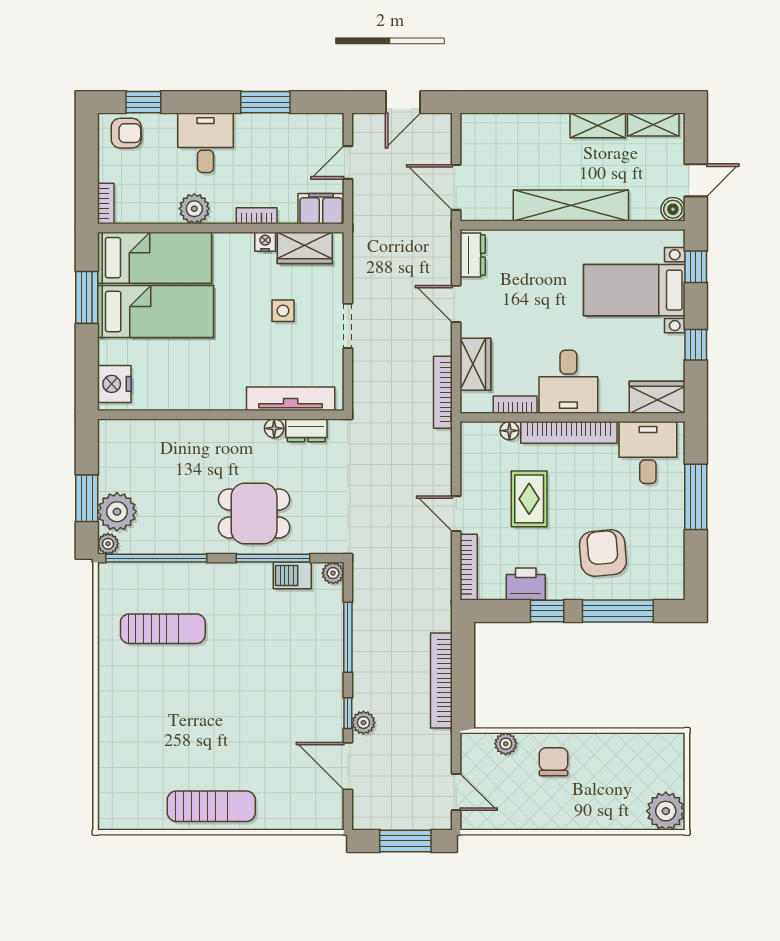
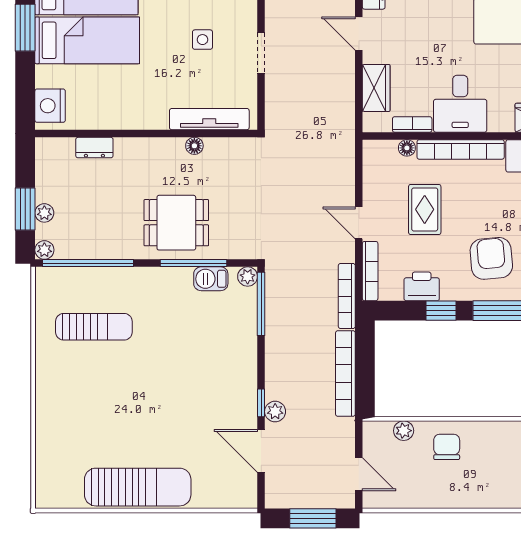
bookcase: (443, 392) -> (347, 296), moved
dresser: (306, 430) -> (94, 148), moved
plant: (117, 512) -> (44, 213), width x0.53, depth x0.53
window: (348, 637) -> (261, 304), moved
sun lounger: (211, 806) -> (138, 487), width x1.36, depth x1.34

